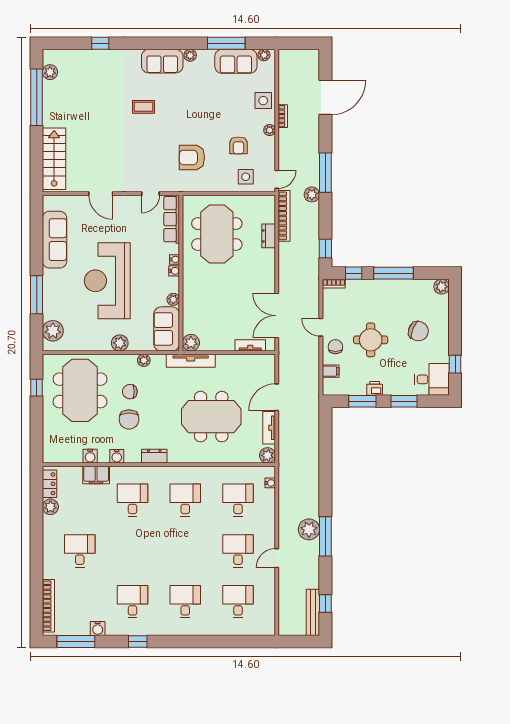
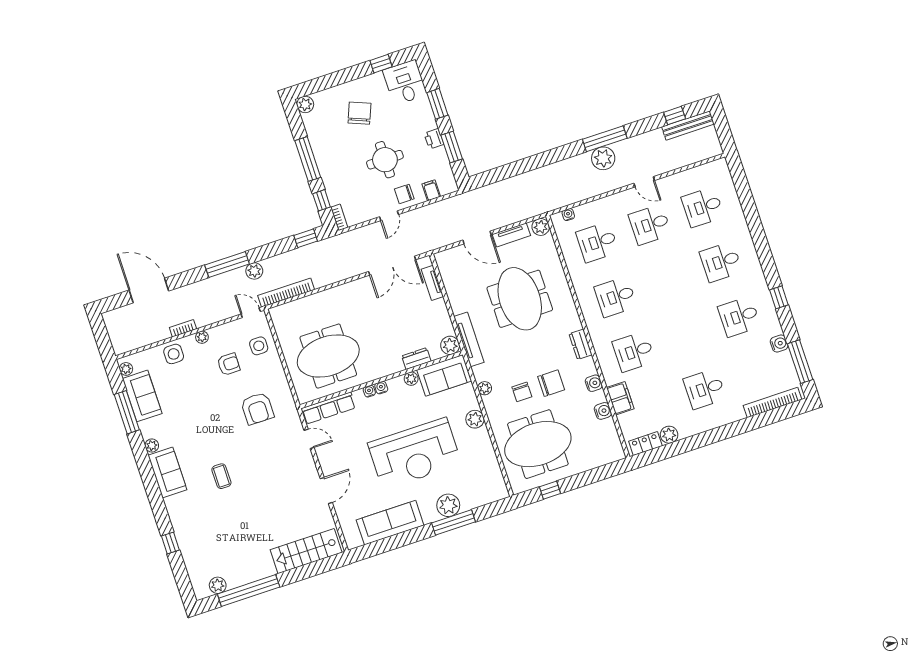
dresser: (269, 236) -> (416, 359), moved, turned 180
plant: (53, 331) -> (448, 505), moved

